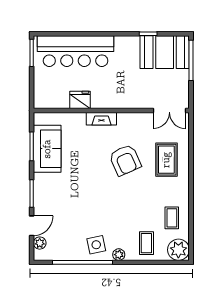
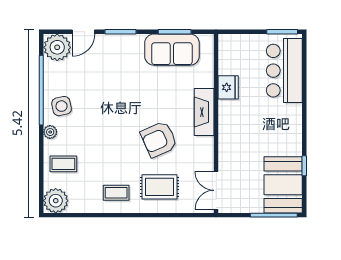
bar counter: (76, 51) -> (284, 71), width x0.73
fireplace: (101, 119) -> (204, 112), width x1.37, depth x1.32
coffee table: (172, 218) -> (116, 193), moved
door: (32, 226) -> (83, 32), hinge flipped
plant: (40, 243) -> (57, 47), width x1.88, depth x1.88

